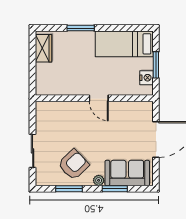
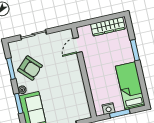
wardrobe: (44, 48) -> (108, 26), width x1.50
door: (99, 98) -> (78, 45), moved

